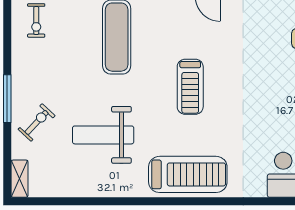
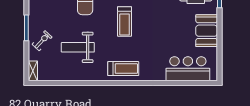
treadmill: (188, 174) -> (123, 69), width x0.73, depth x0.73

